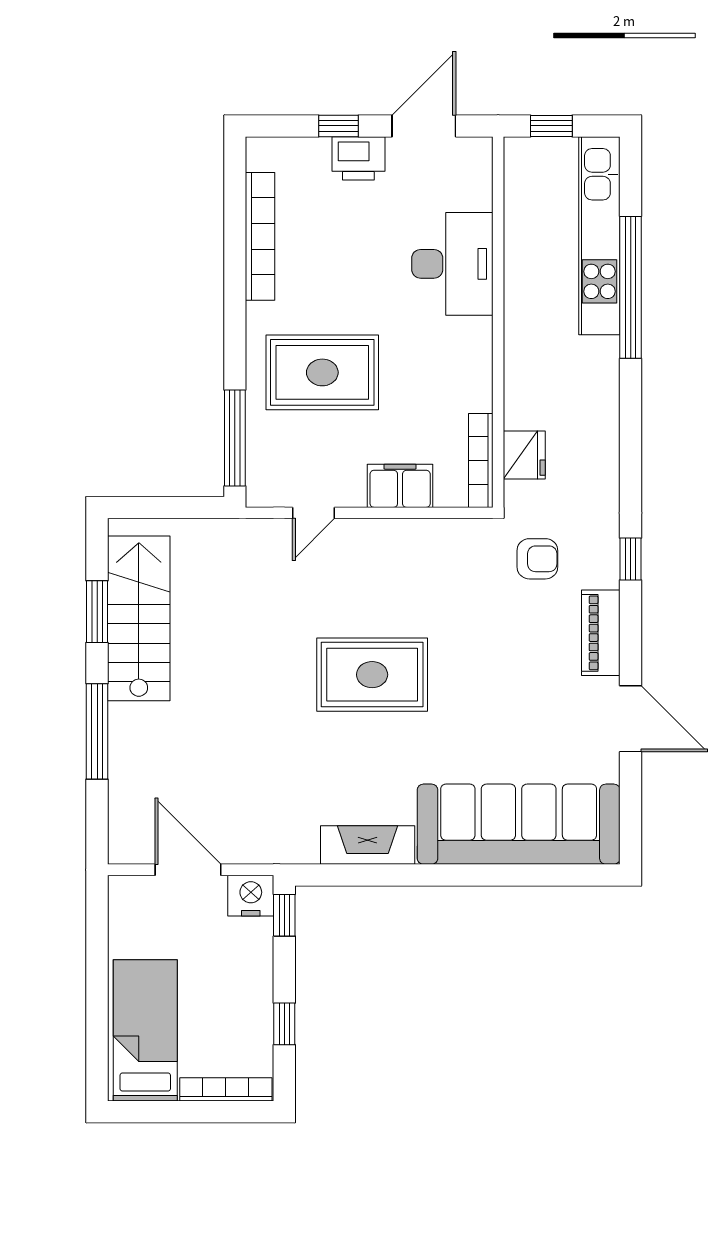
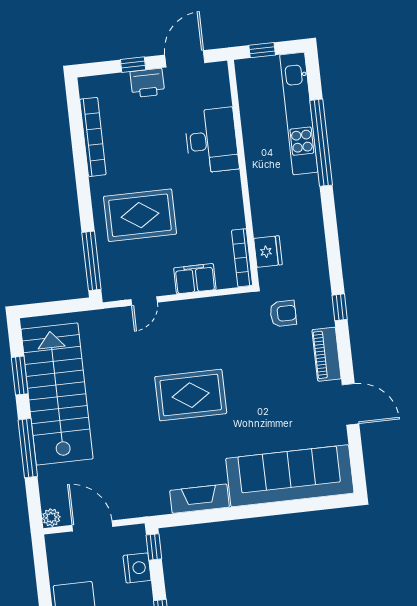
stairs: (139, 618) -> (57, 394), width x1.36, depth x1.51
plant: (123, 849) -> (51, 518), added
nightstand: (251, 896) -> (137, 568), moved, turned 90

